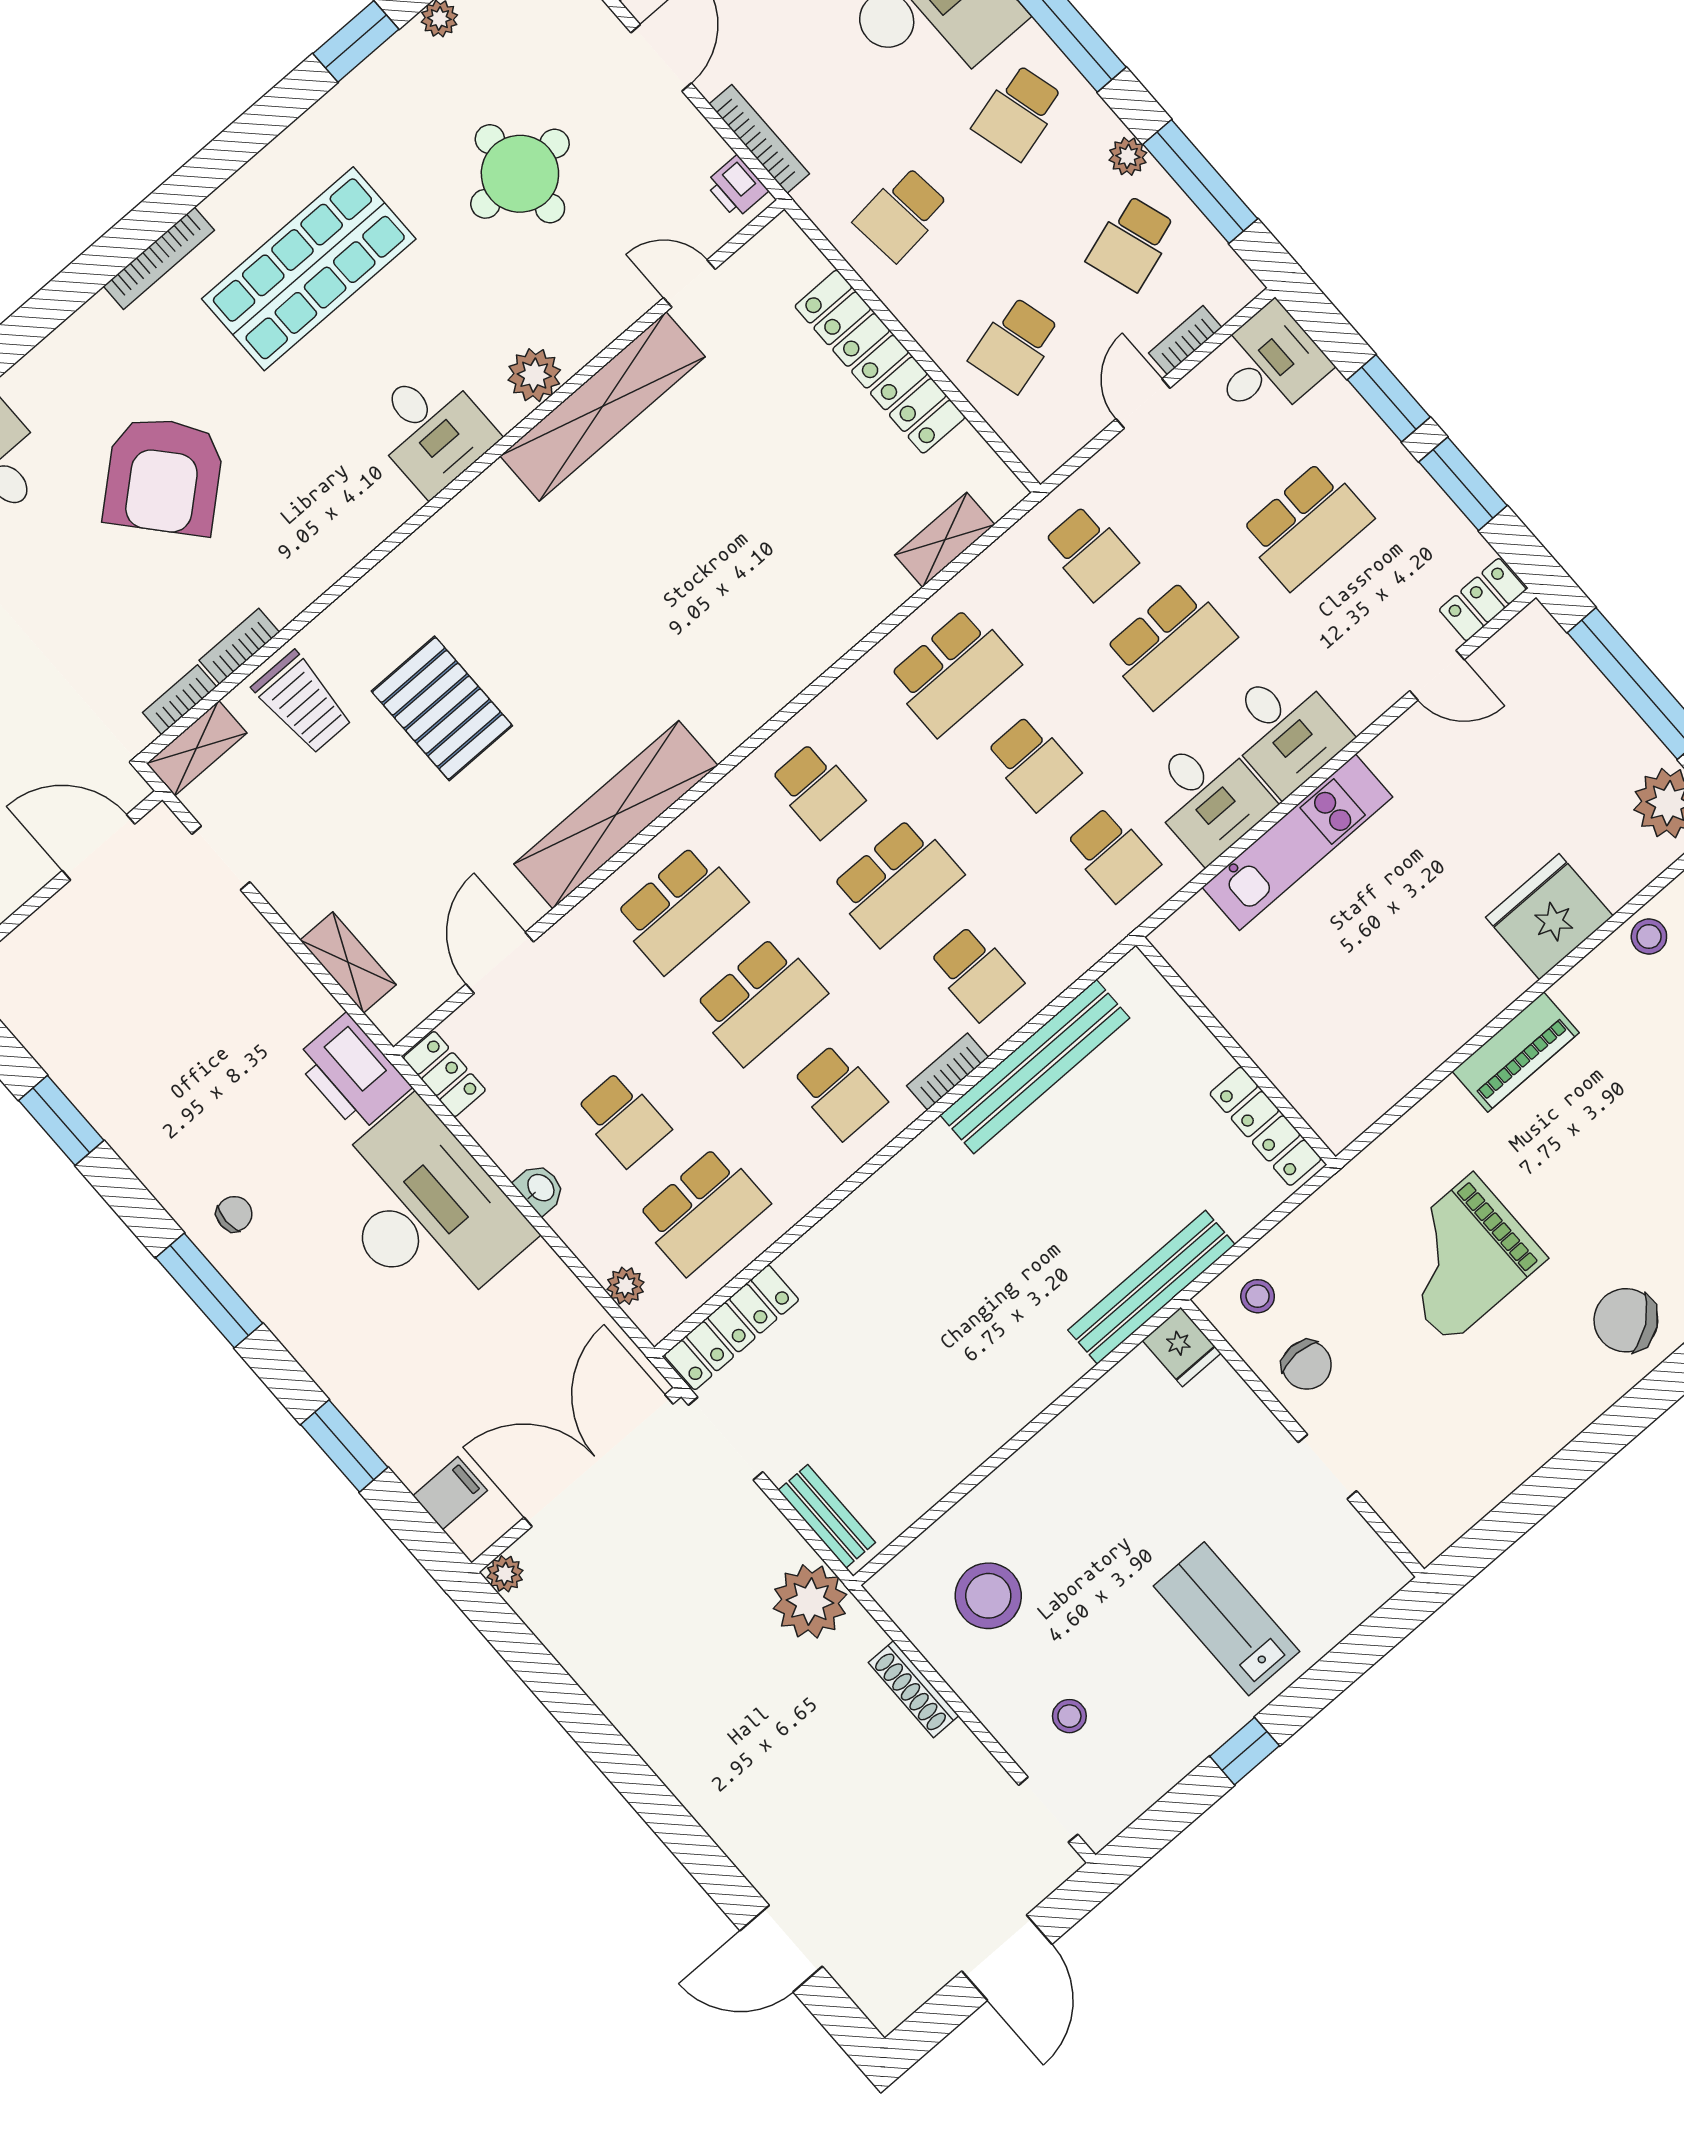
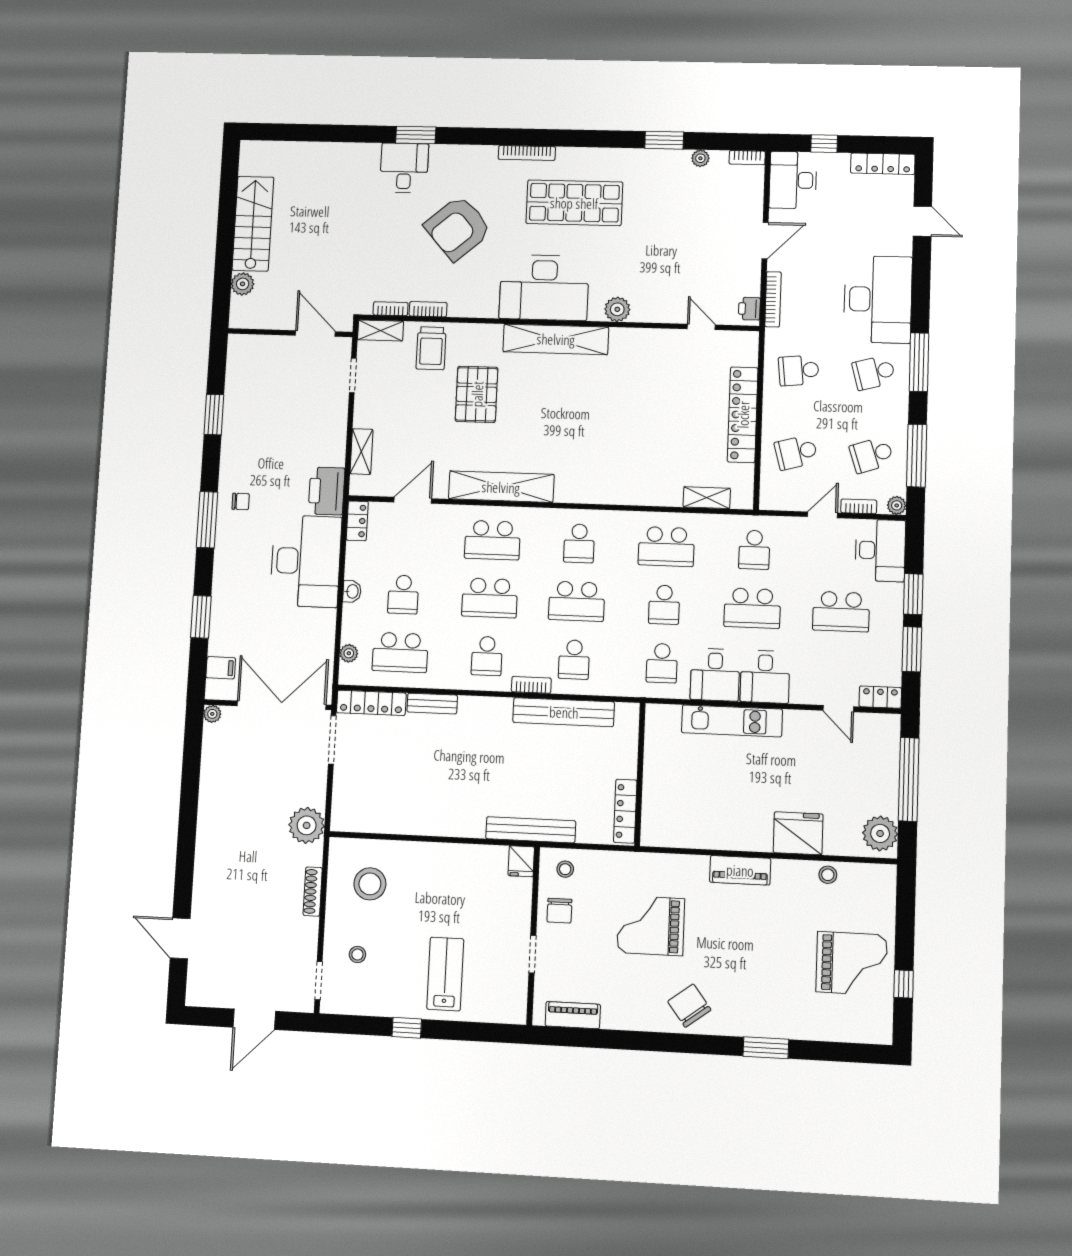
plant: (1128, 156) -> (897, 505), moved
round table: (520, 174) -> (678, 236), removed
desk: (1268, 364) -> (880, 550), width x1.37
shelving: (603, 406) -> (556, 339), moved
desk: (431, 429) -> (544, 288), width x1.87, depth x1.30
piano: (1470, 1497) -> (573, 1015), added
bench: (827, 1516) -> (432, 704), moved, turned 90

